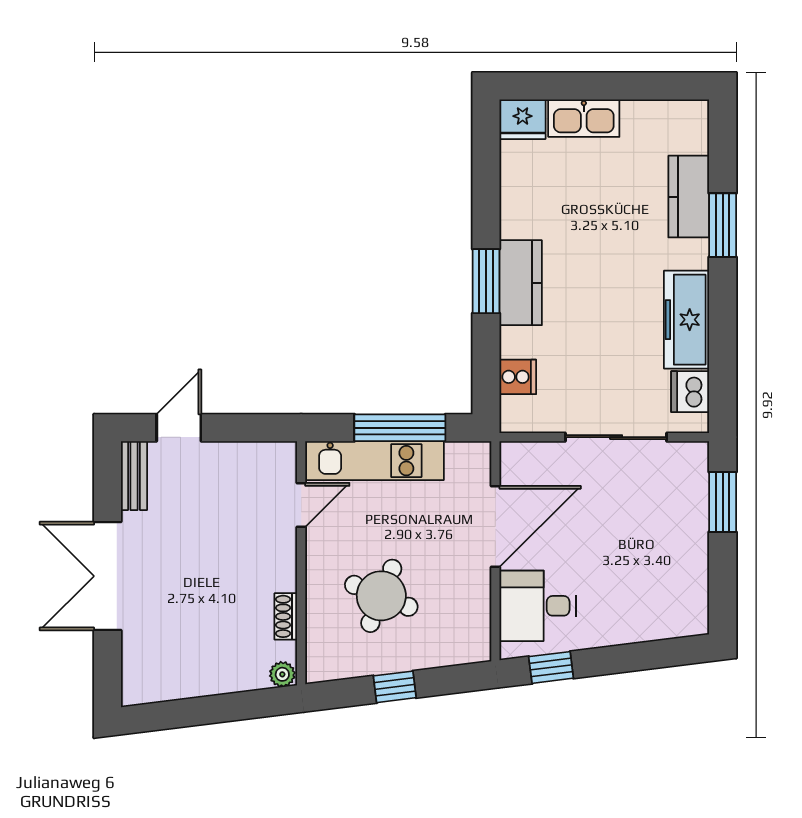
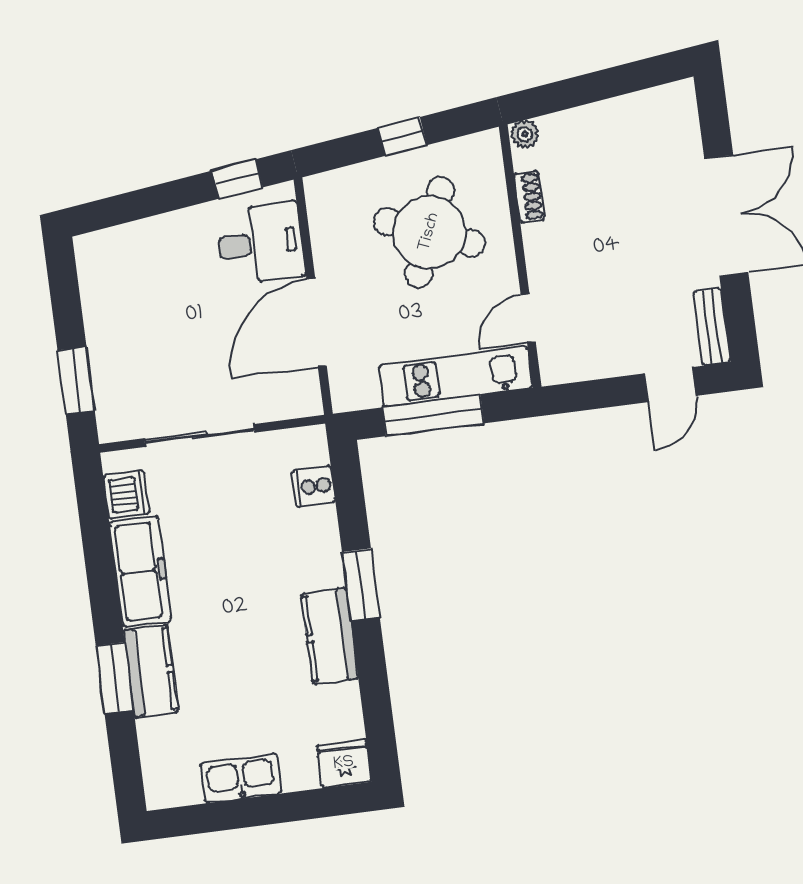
kitchen sink: (584, 118) -> (241, 778), moved
kitchen counter: (689, 197) -> (151, 671), moved
kitchen counter: (521, 283) -> (330, 636), moved
round table: (381, 596) -> (430, 232), width x1.36, depth x1.36

